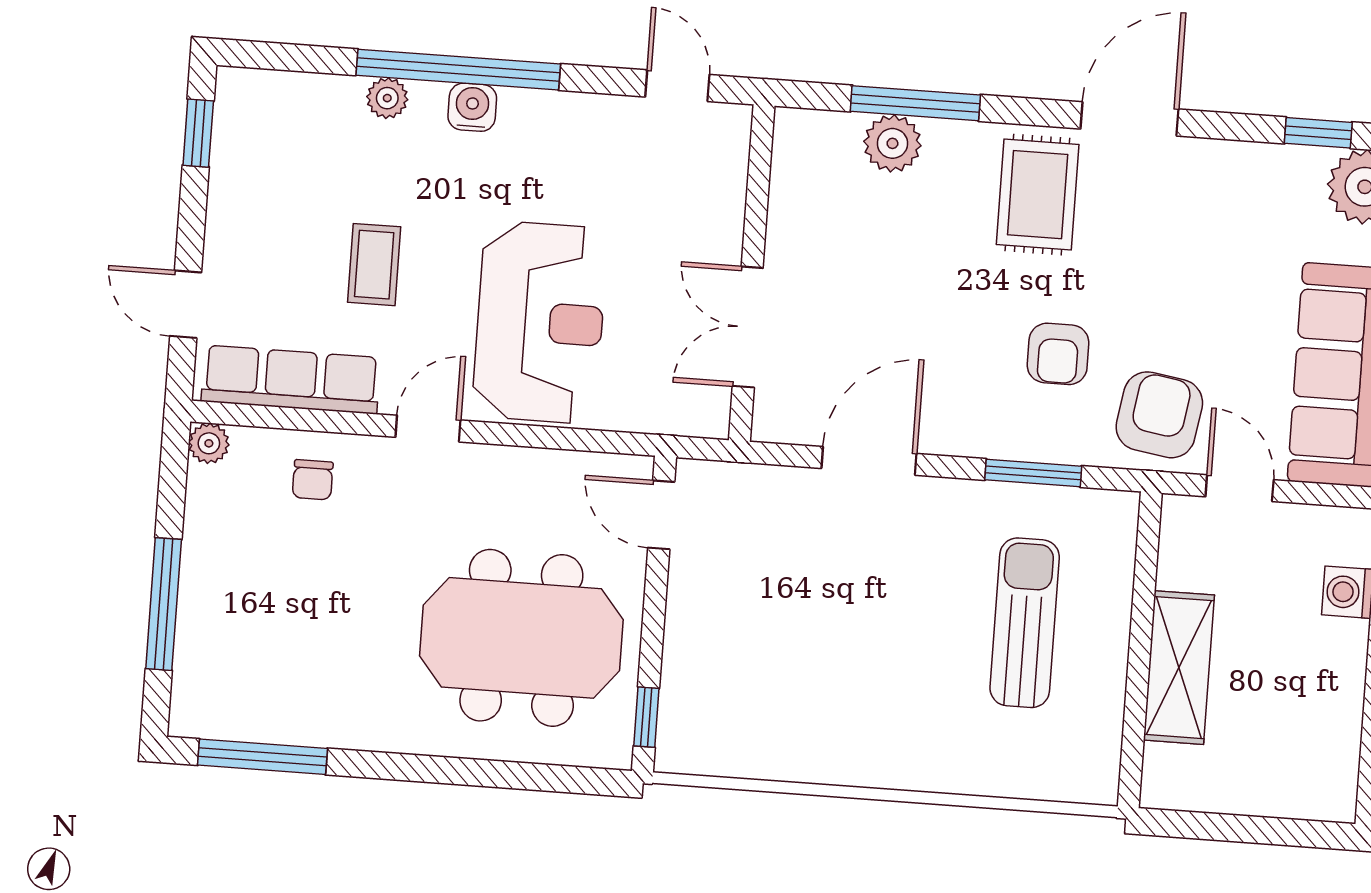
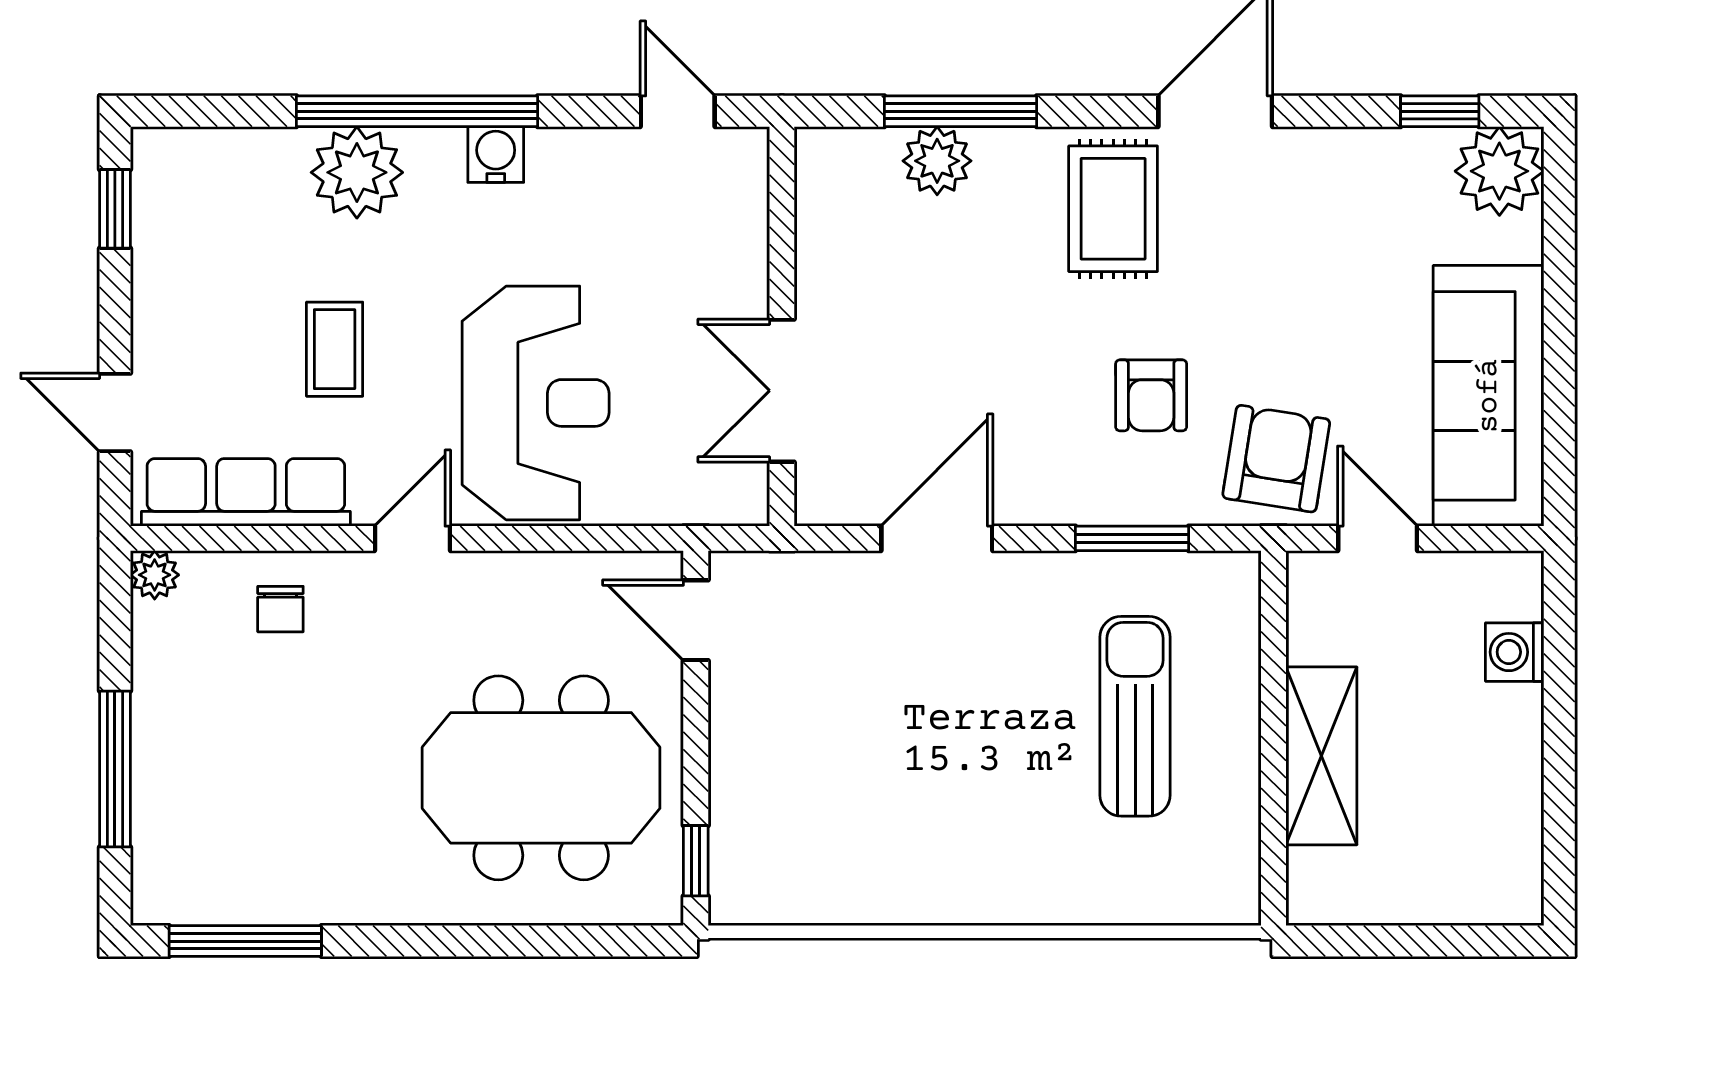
plant: (387, 98) -> (357, 172), width x1.88, depth x1.88
water cooler: (472, 107) -> (496, 155), moved

